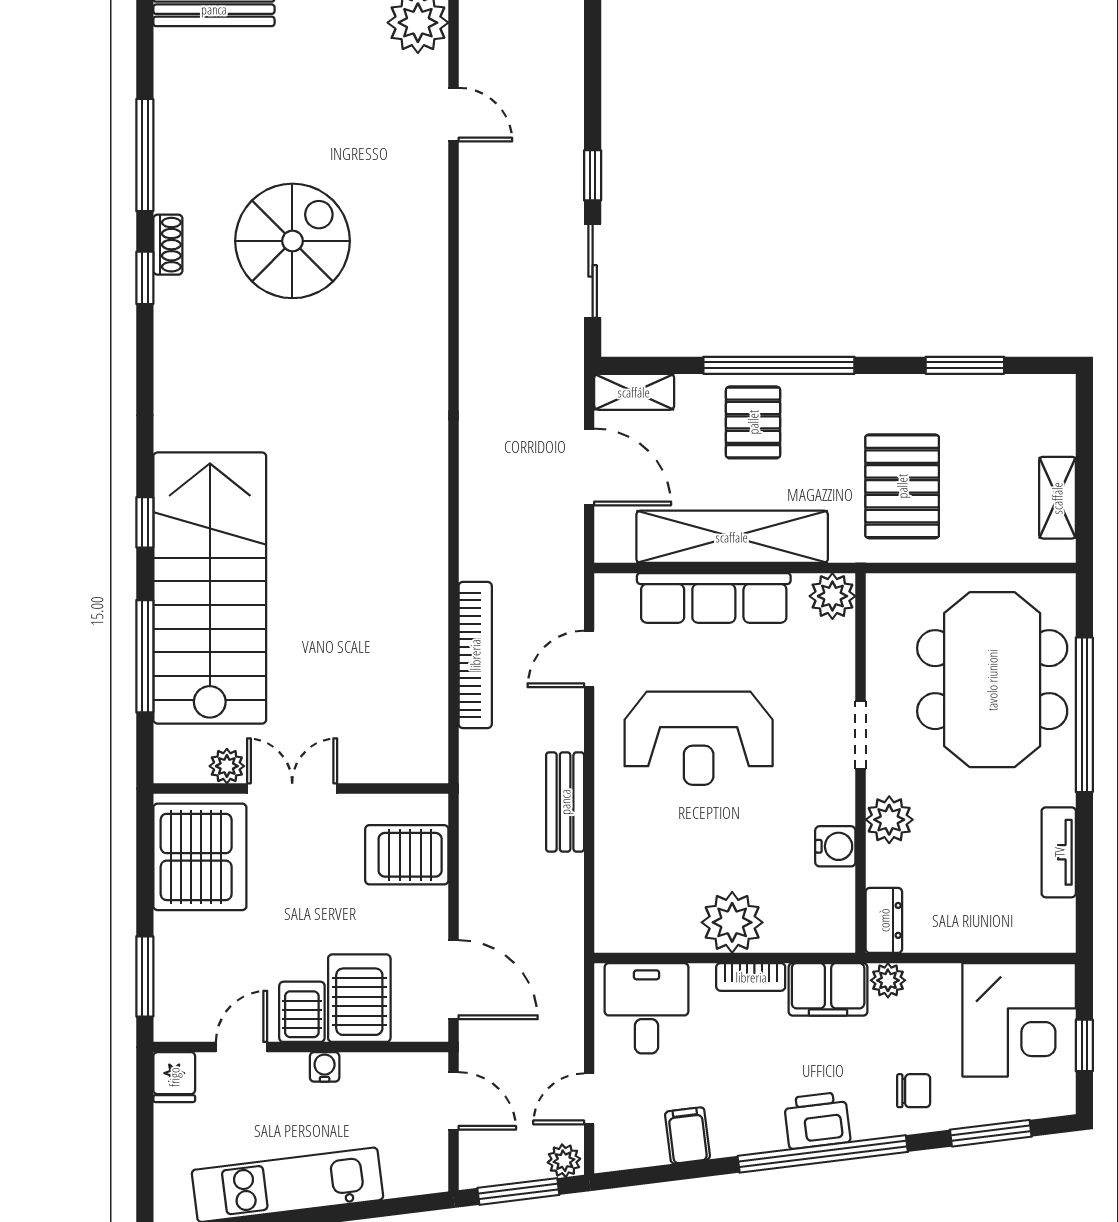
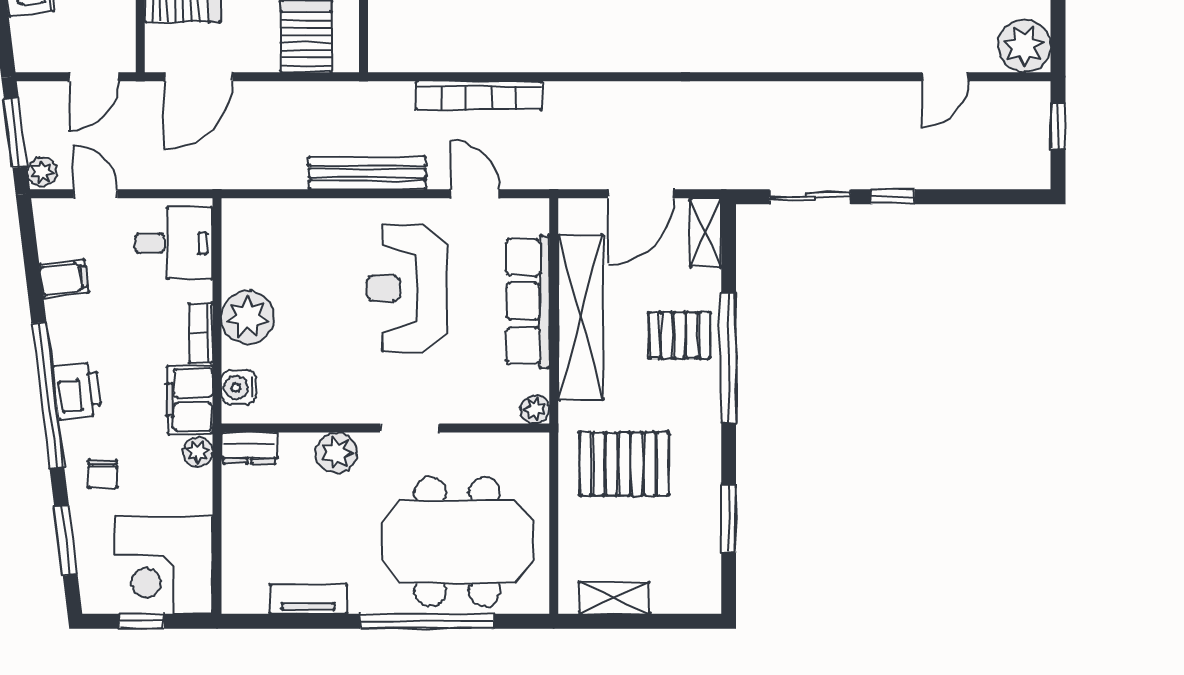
plant: (832, 596) -> (535, 409), width x0.73, depth x0.73
bench: (565, 802) -> (367, 173), width x1.36
water cooler: (835, 846) -> (239, 387), moved, turned 90

